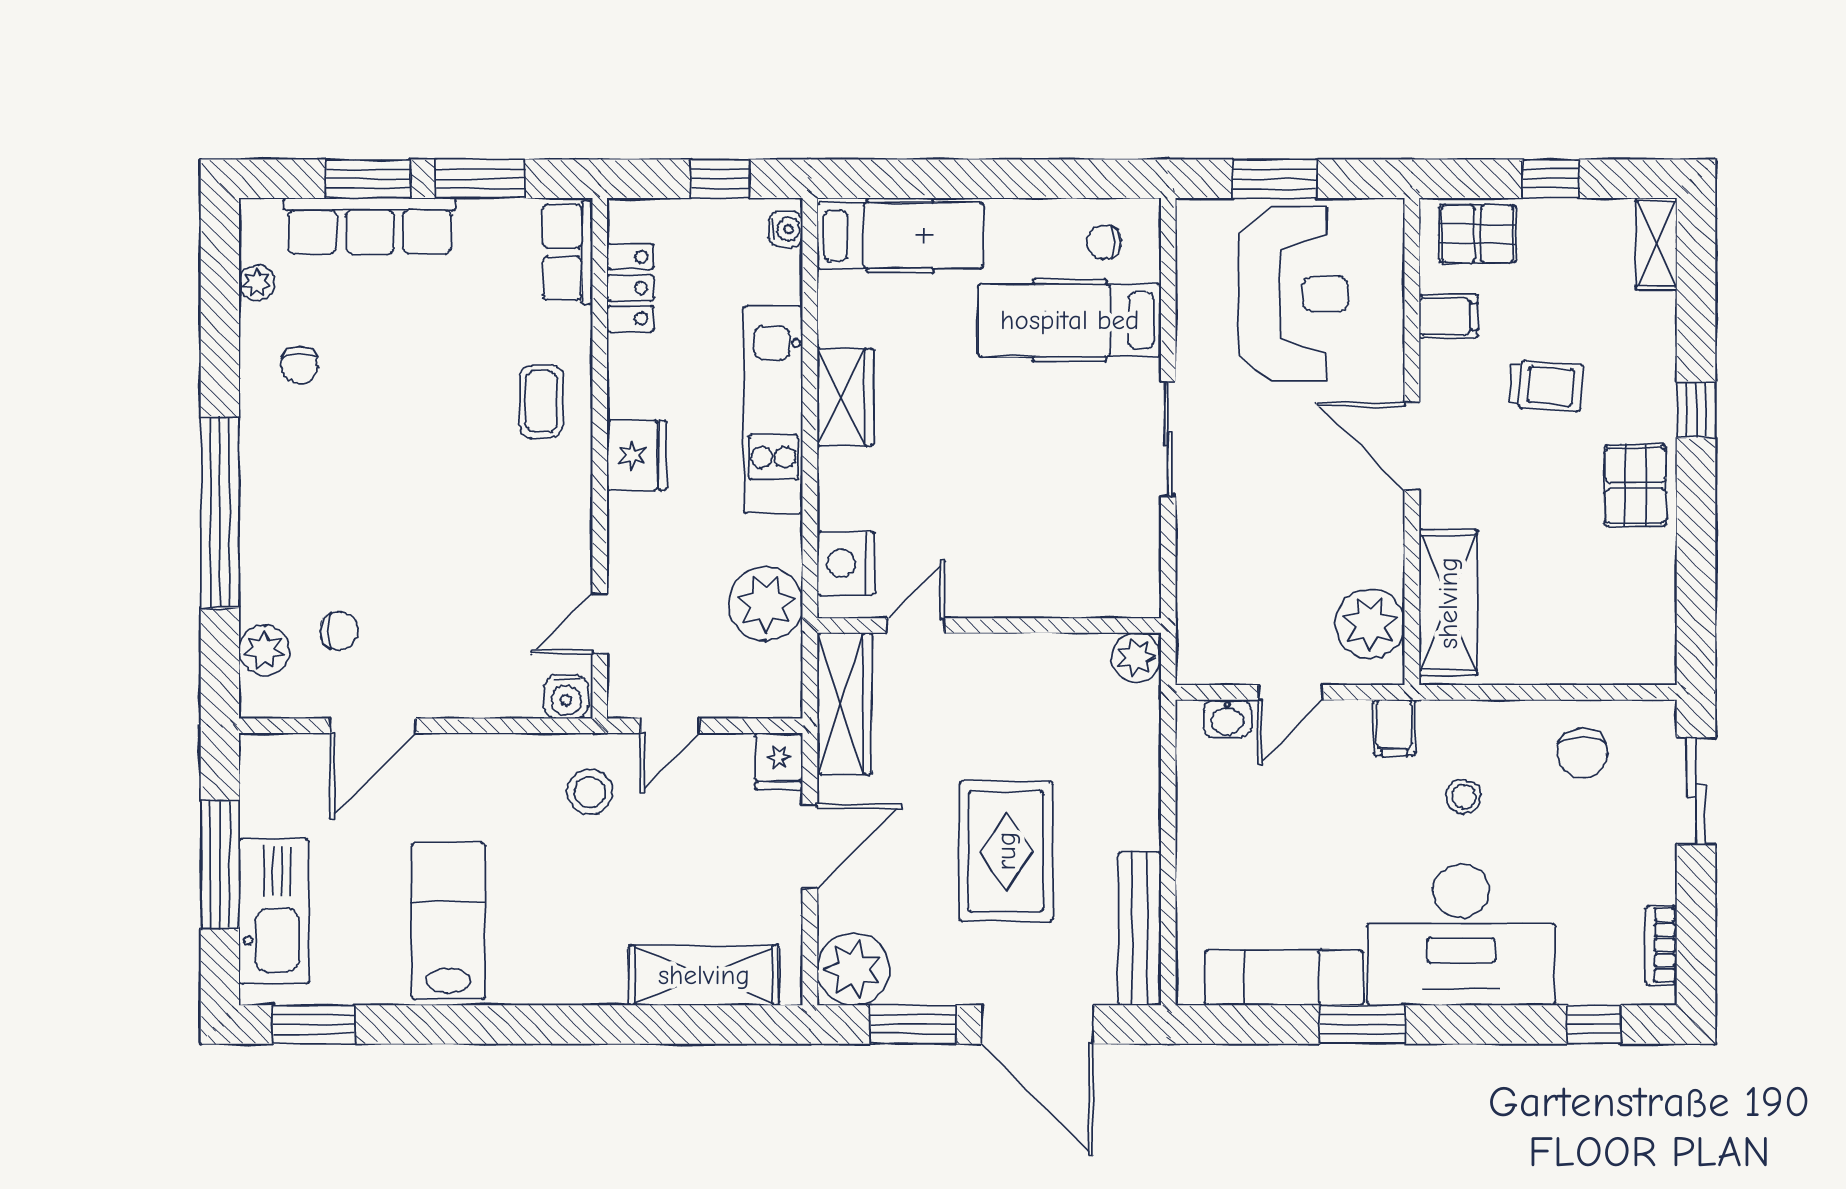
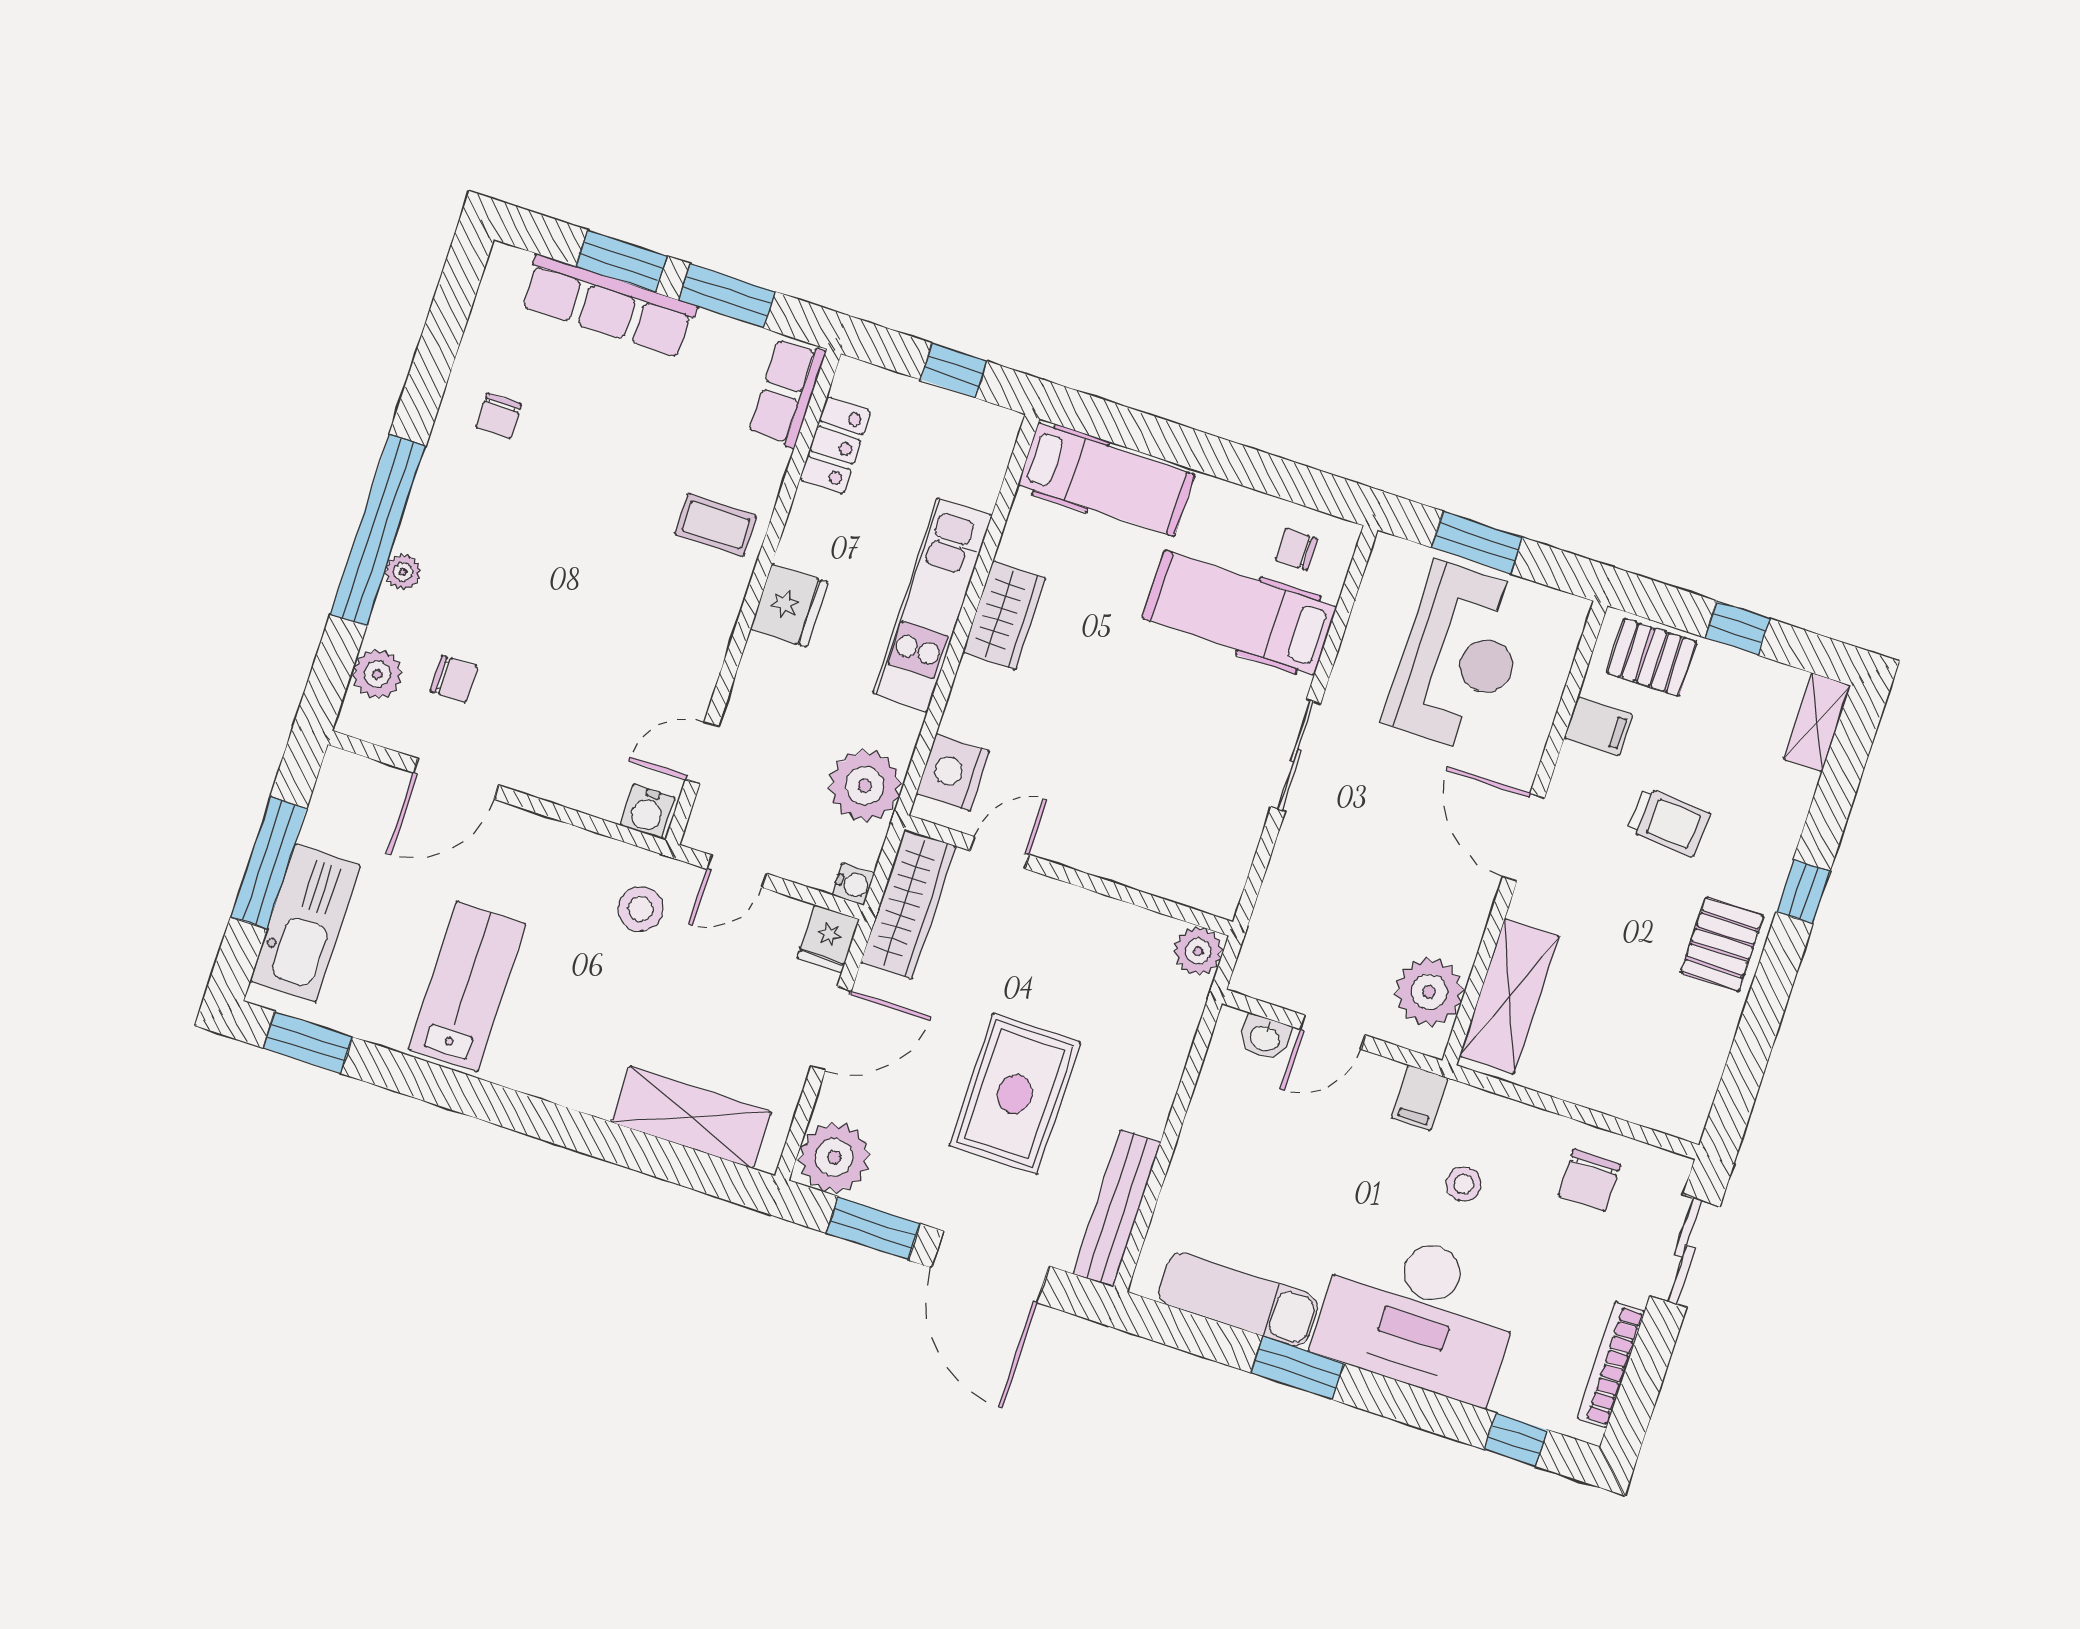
water cooler: (786, 229) -> (853, 884), moved
plant: (257, 283) -> (403, 572), moved
coffee table: (541, 401) -> (716, 525), turned 90
bookcase: (1661, 945) -> (1611, 1365), width x1.56

